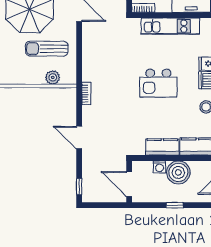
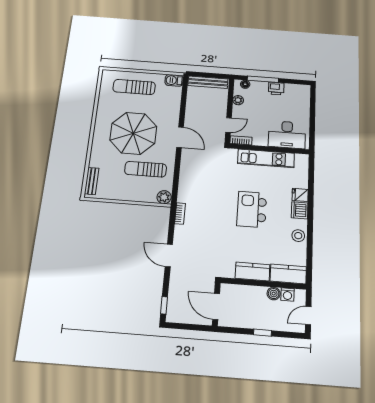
plant: (53, 77) -> (164, 197), moved
kitchen island: (158, 83) -> (252, 209), turned 90
washing machine: (159, 167) -> (288, 294), moved
boiler: (178, 172) -> (274, 294), width x0.54, depth x0.54

